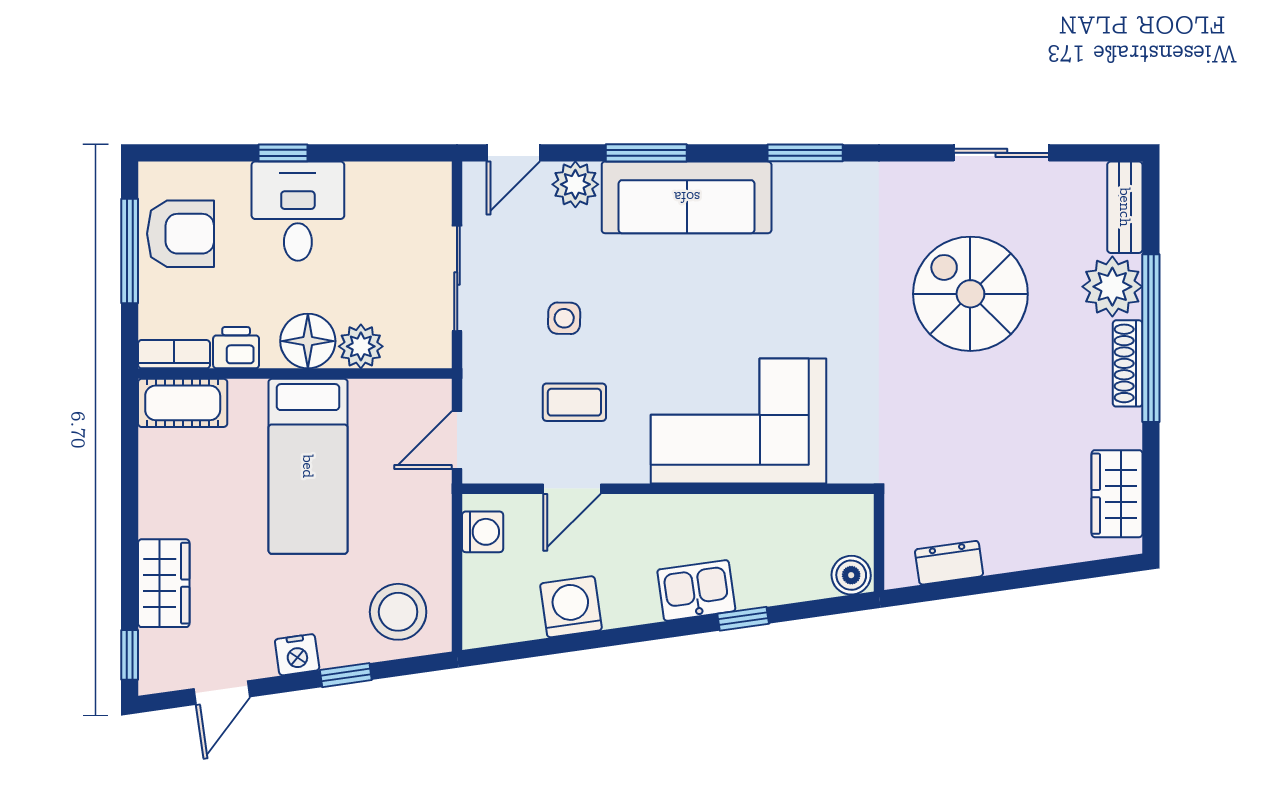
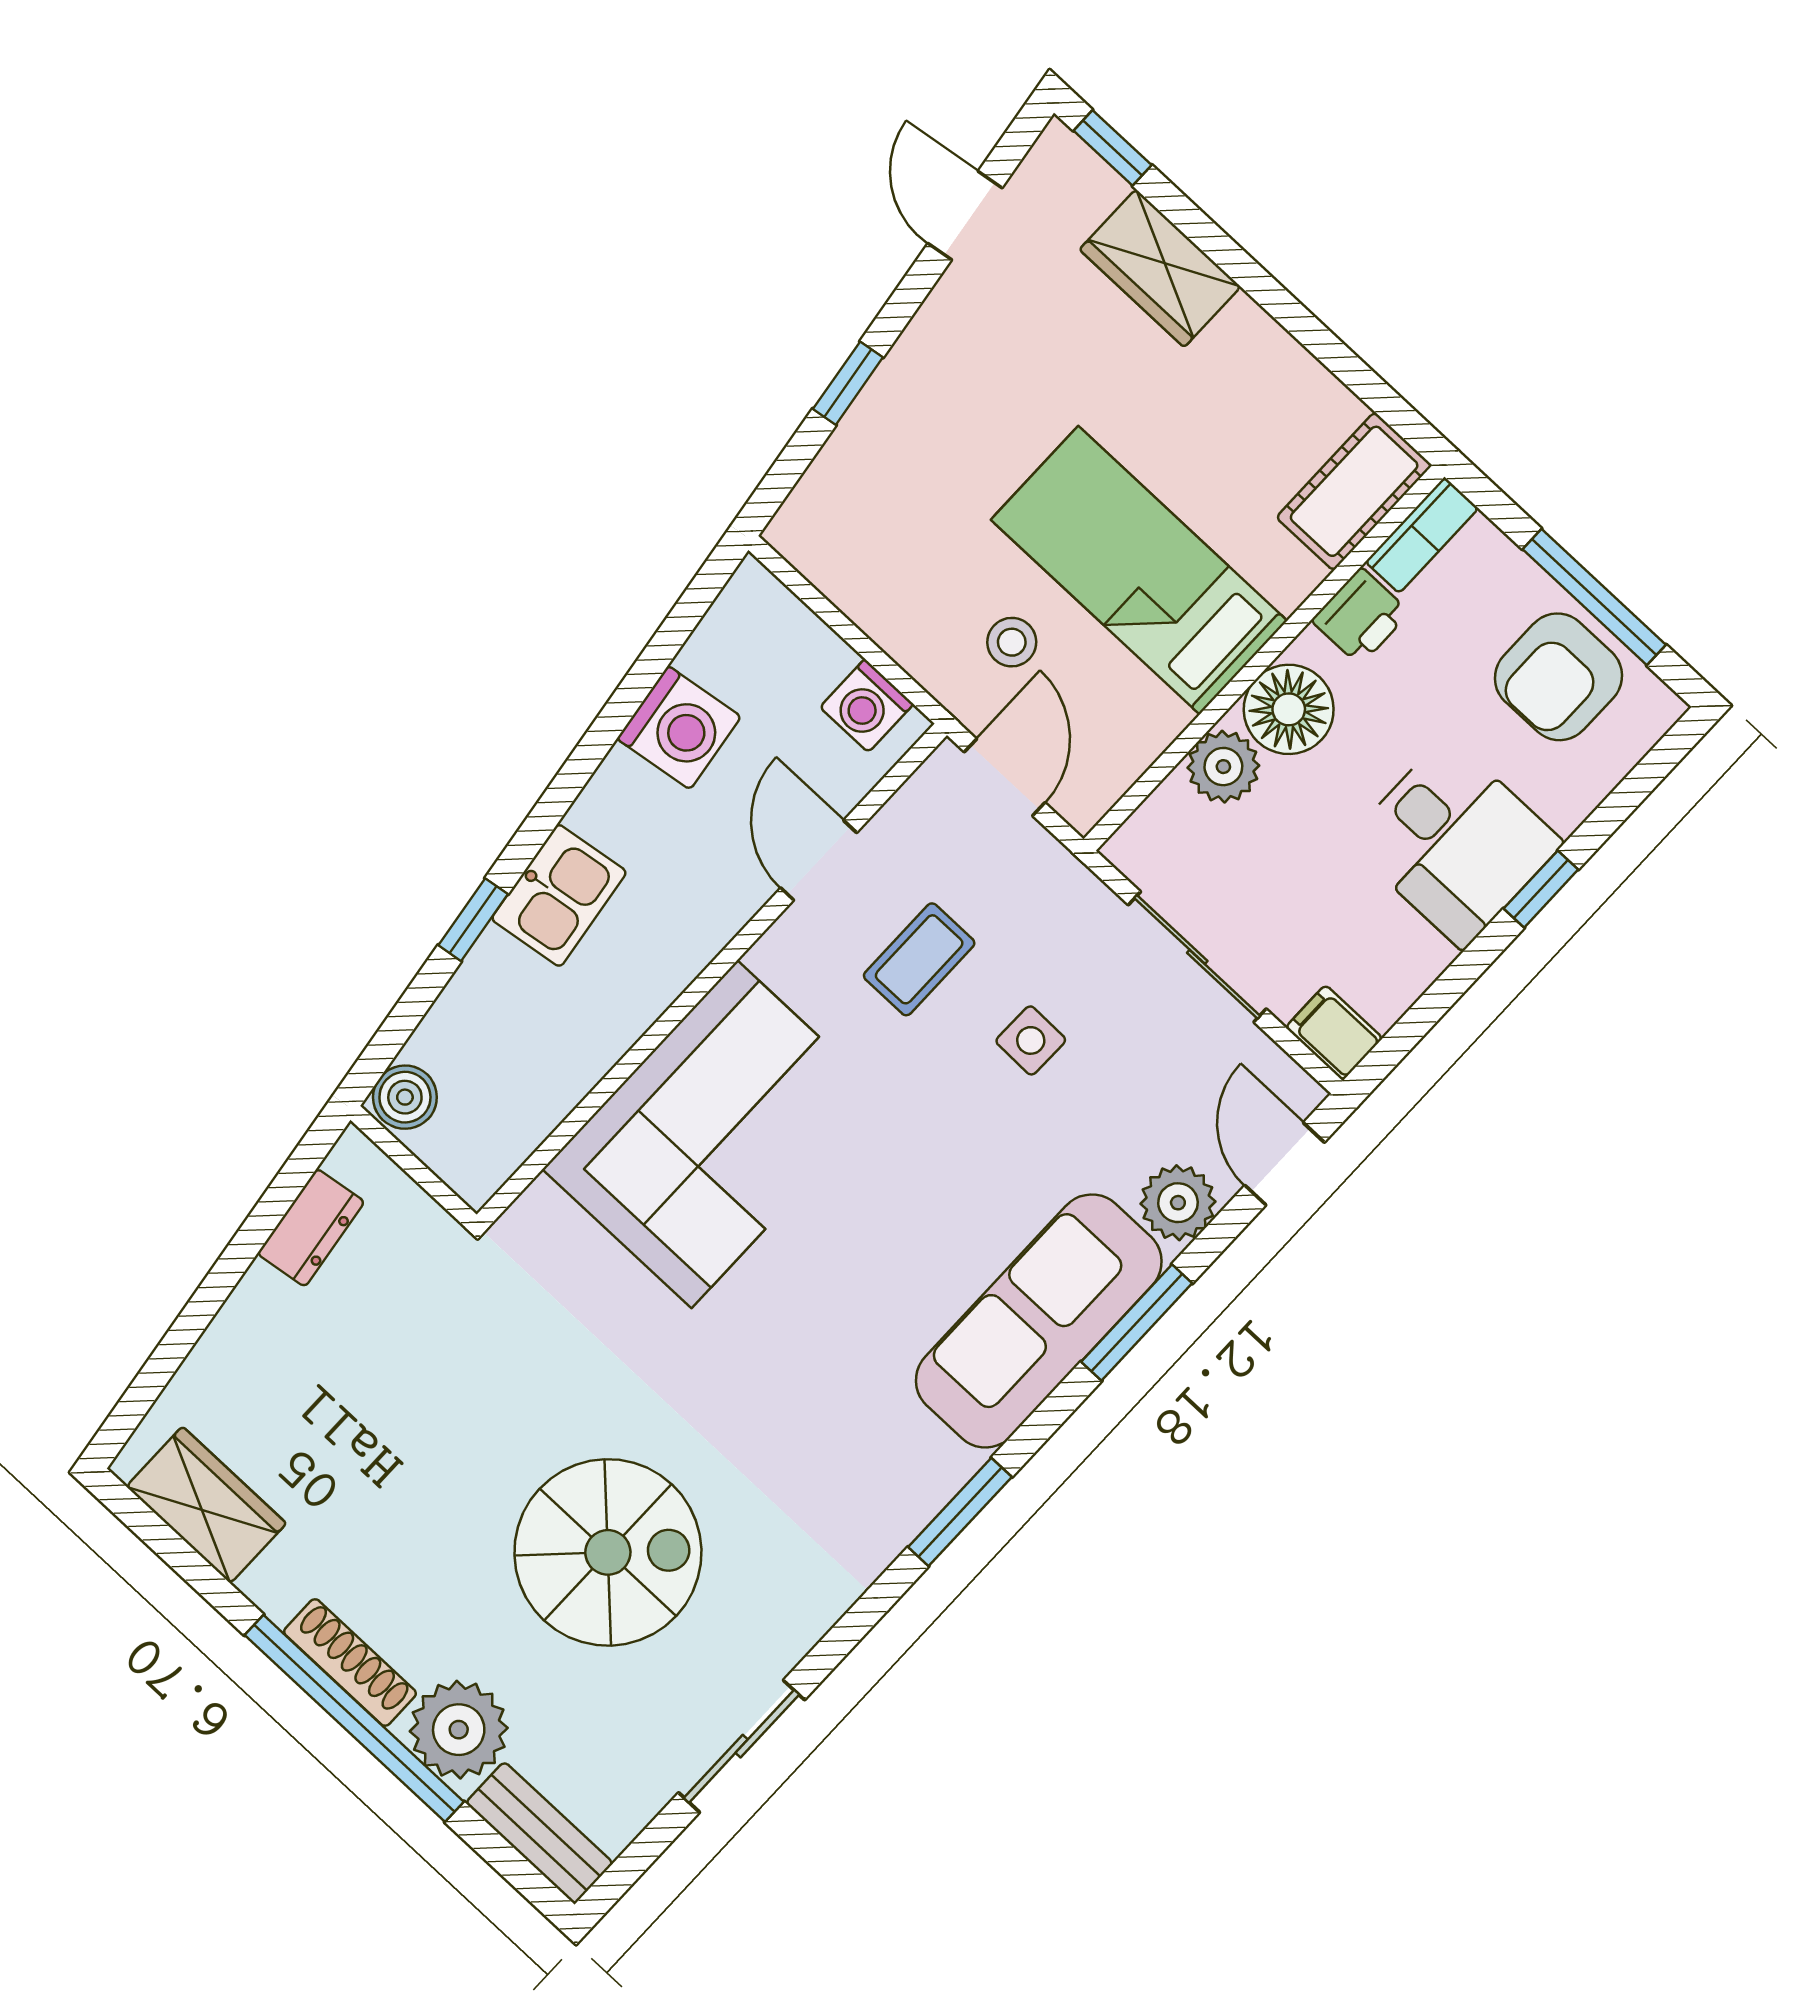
filing cabinet: (434, 185) -> (1334, 1033), added
stool: (398, 612) -> (1012, 642), moved, width x0.53, depth x0.53
nightstand: (297, 655) -> (926, 348), removed

